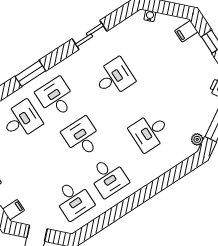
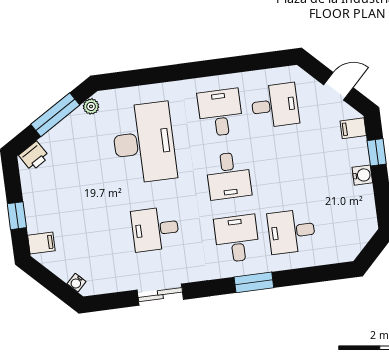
desk: (56, 98) -> (237, 239), turned 180
desk: (150, 132) -> (144, 143), width x1.87, depth x1.30
desk: (74, 200) -> (275, 105), turned 90

